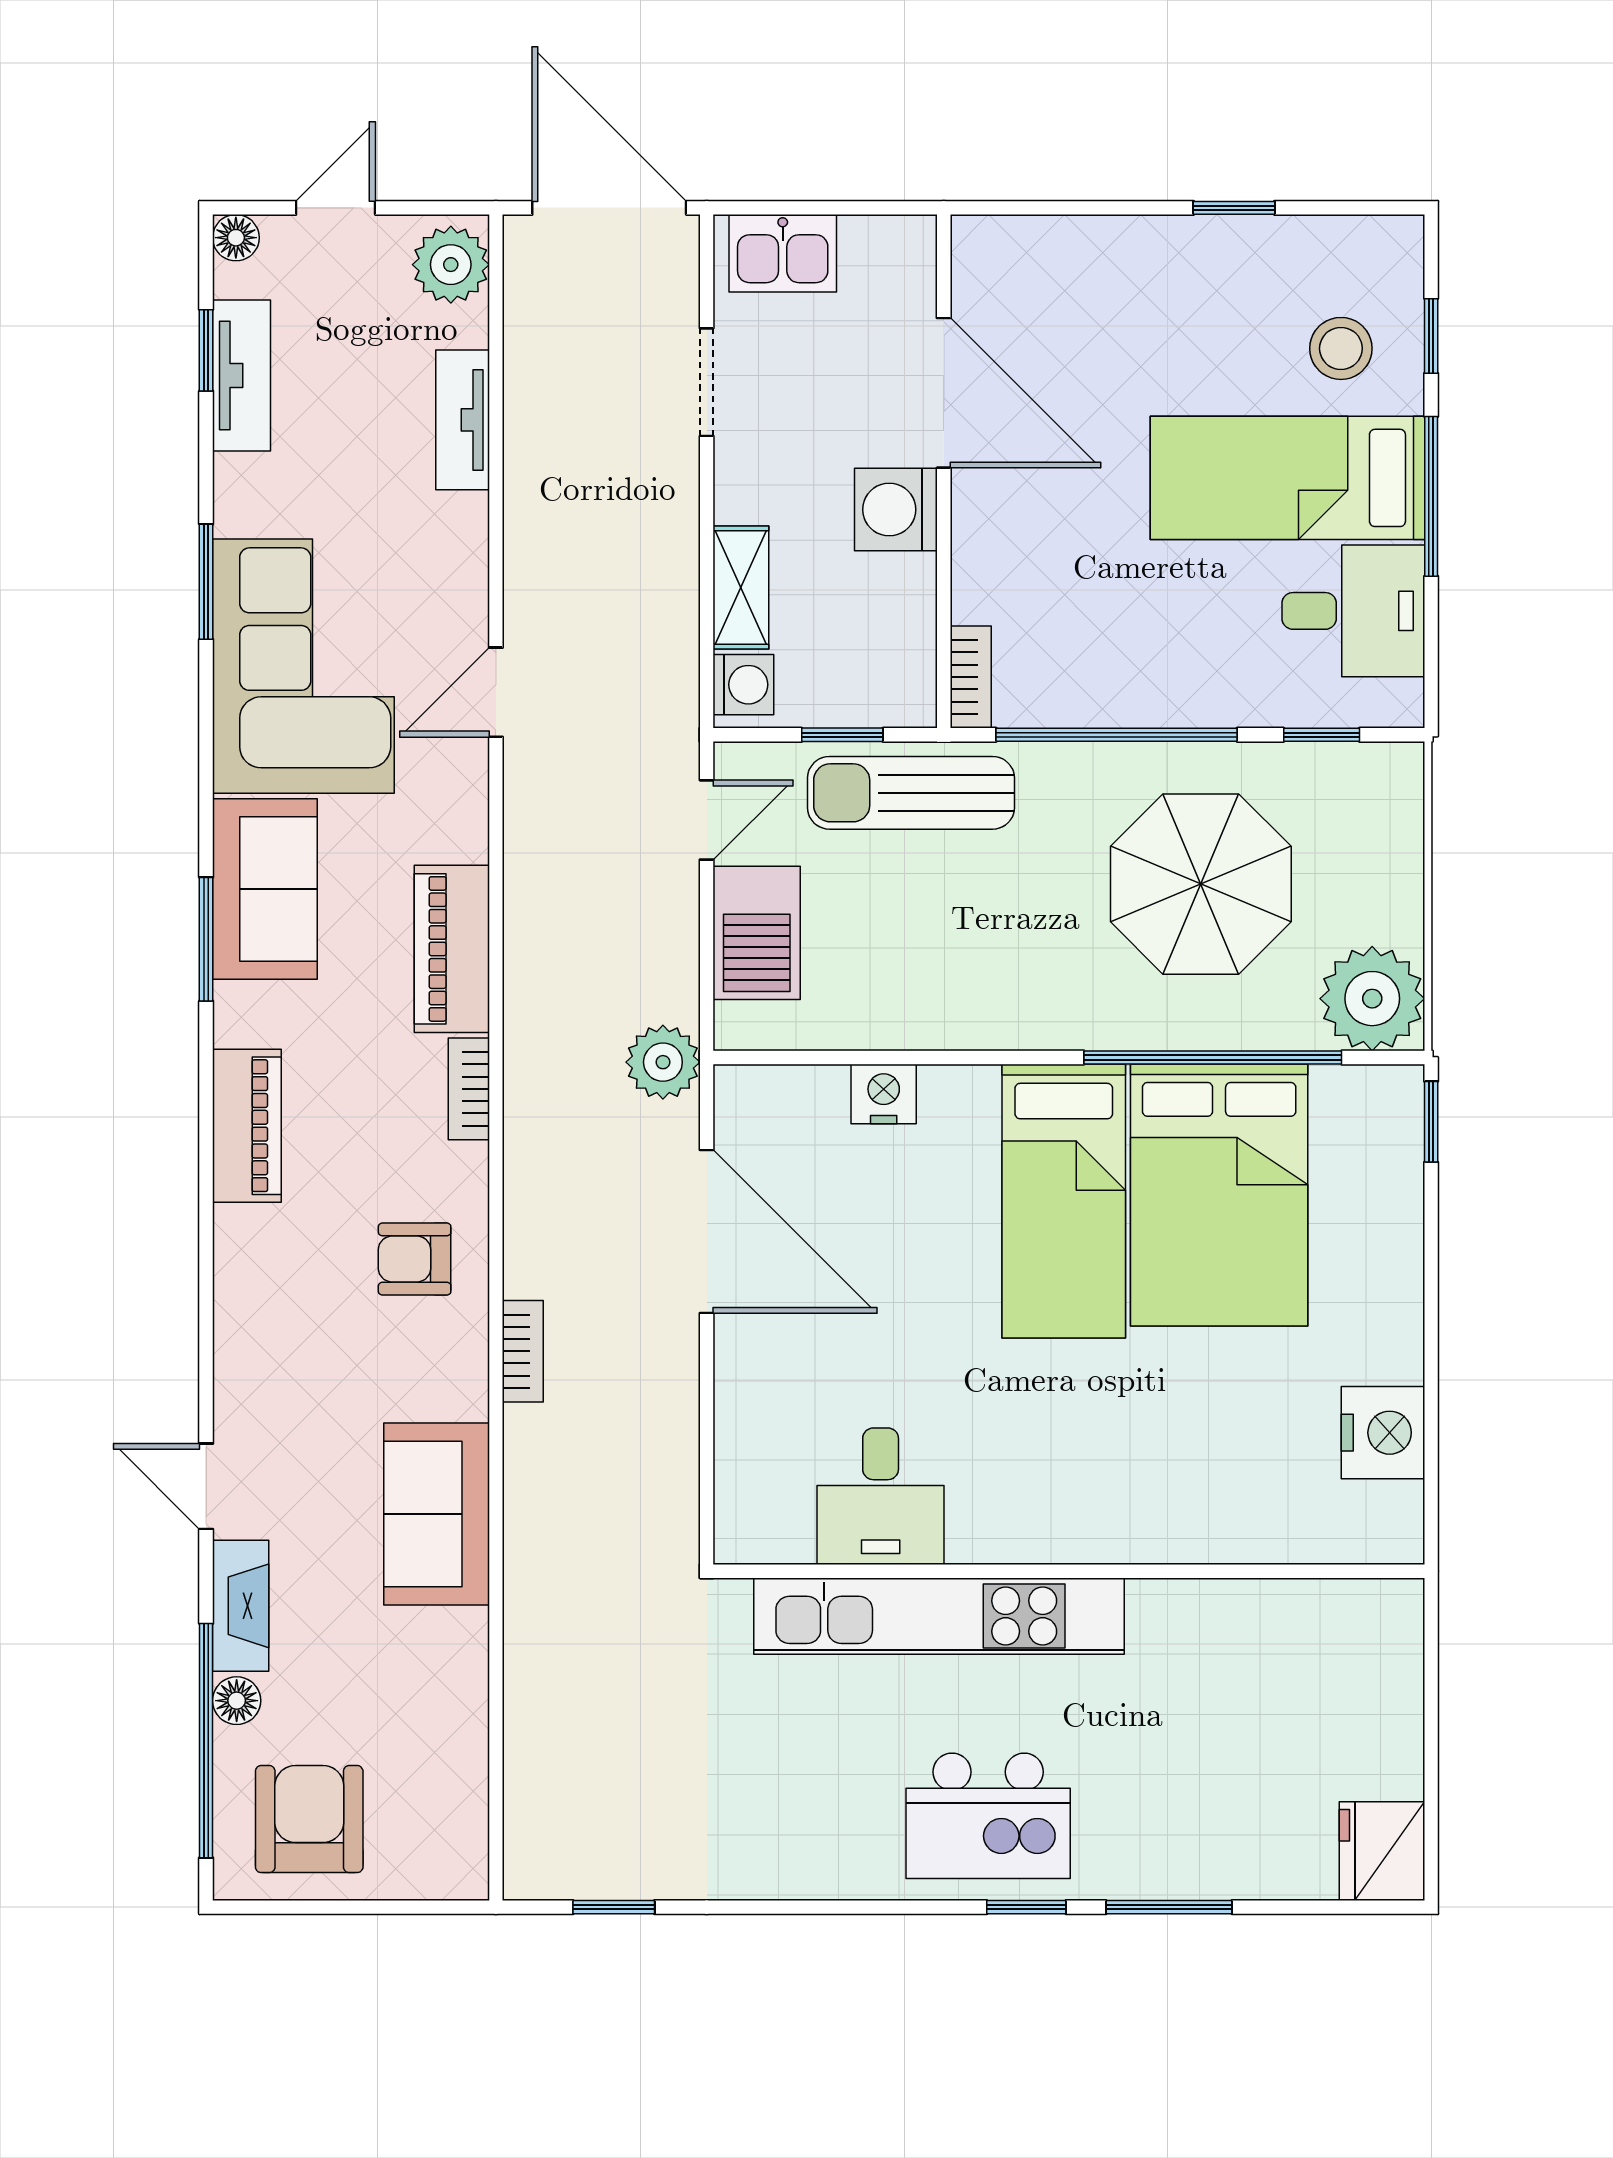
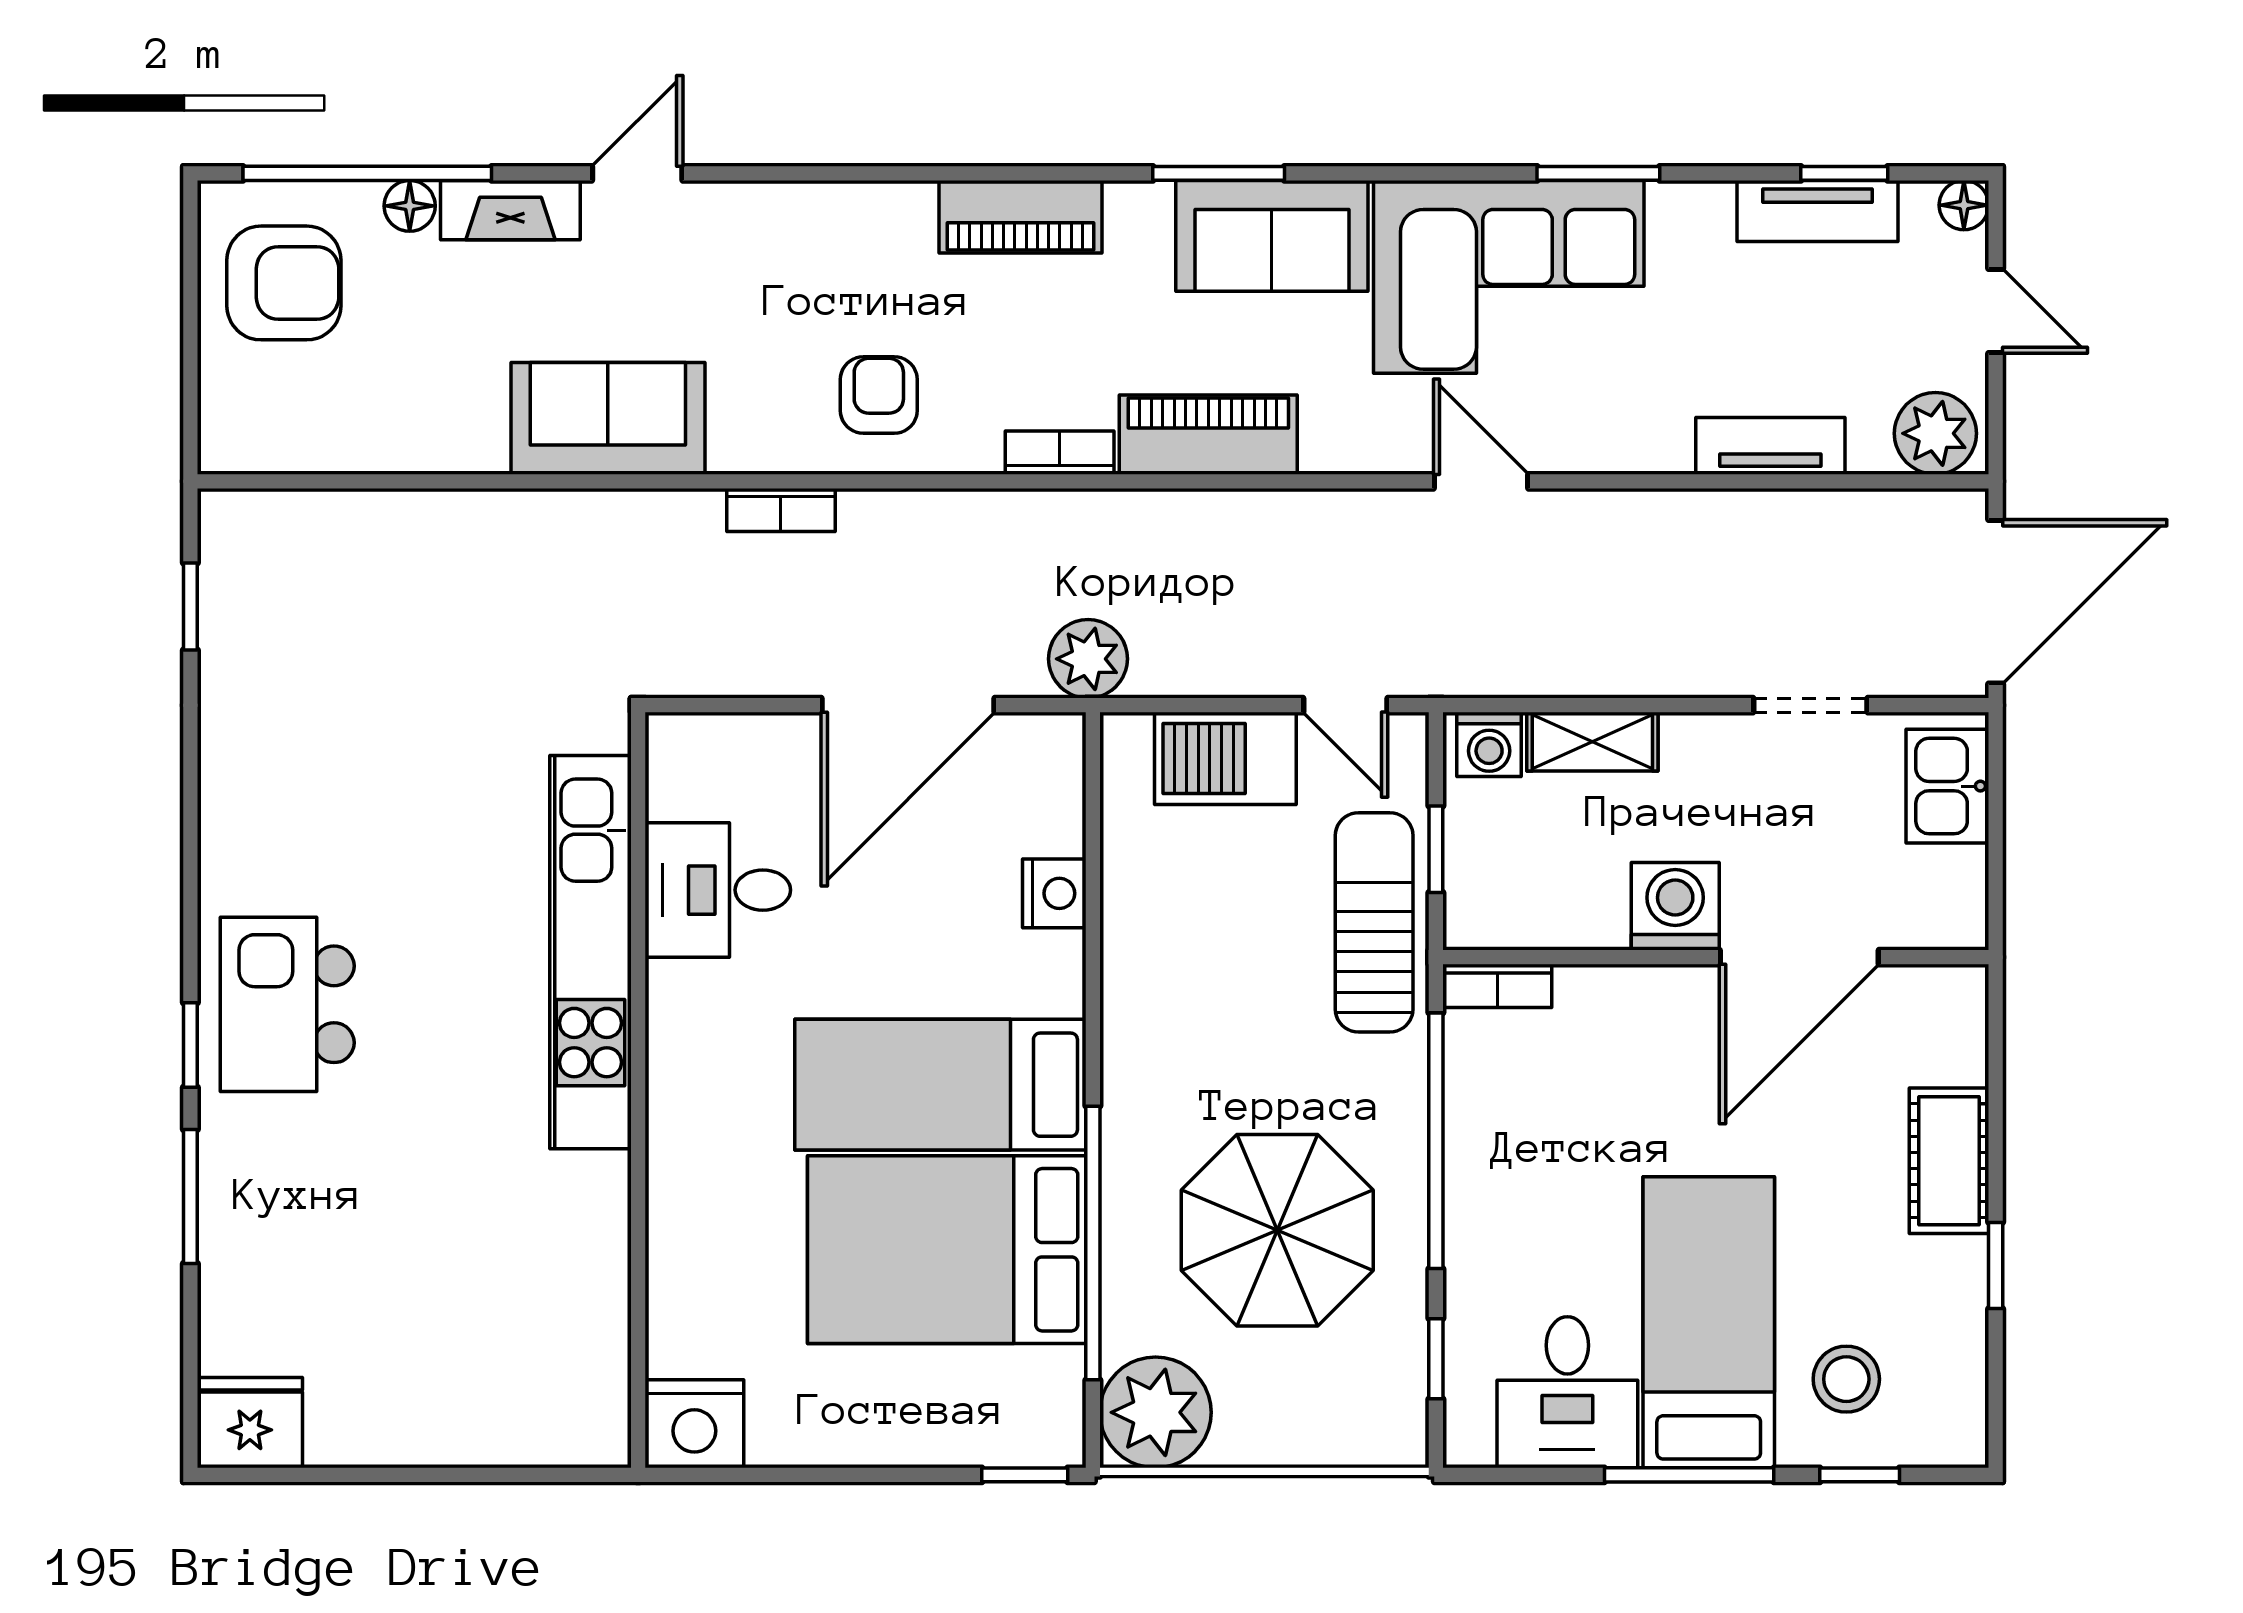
cot: (1135, 252) -> (1949, 1161), added
desk: (881, 1496) -> (718, 890), moved
wall: (1069, 1571) -> (638, 1090), moved
kitchen unit: (939, 1616) -> (590, 952), moved

